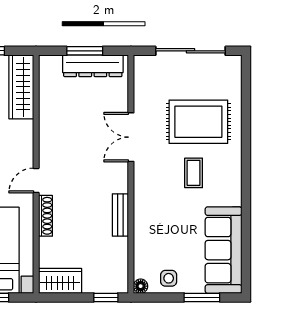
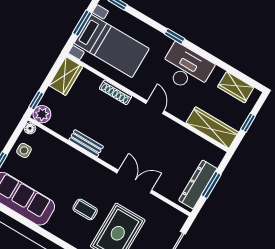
door: (36, 180) -> (155, 107), moved
plant: (117, 282) -> (42, 114), added

